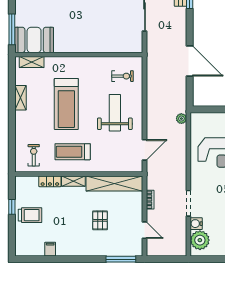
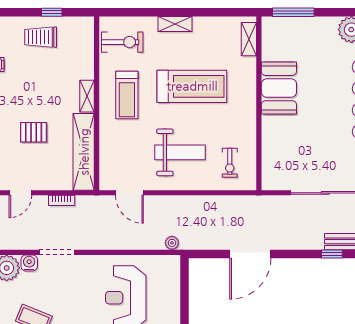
booth: (34, 40) -> (279, 88), moved
shelving: (20, 98) -> (175, 24), moved
treadmill: (66, 104) -> (192, 86), turned 180
treadmill: (73, 152) -> (127, 95), turned 180
exercise bike: (34, 155) -> (122, 42), width x1.38, depth x1.39
locker: (50, 181) -> (87, 64), removed
trolley: (30, 215) -> (41, 37), turned 90

